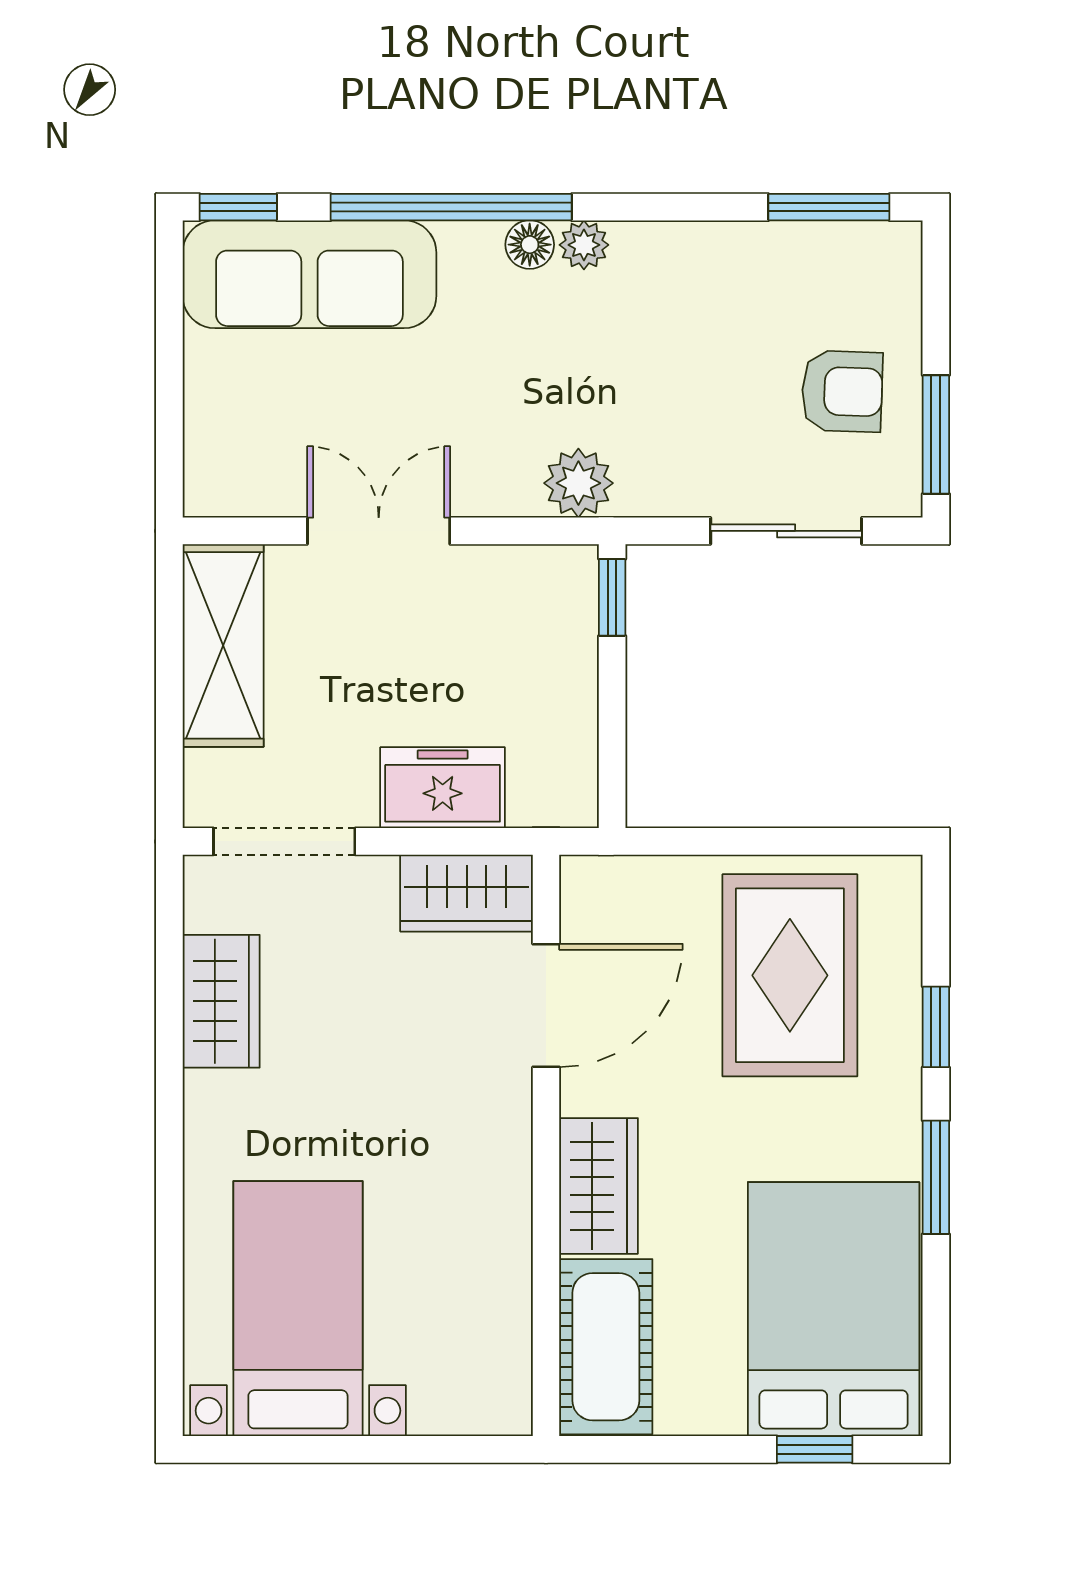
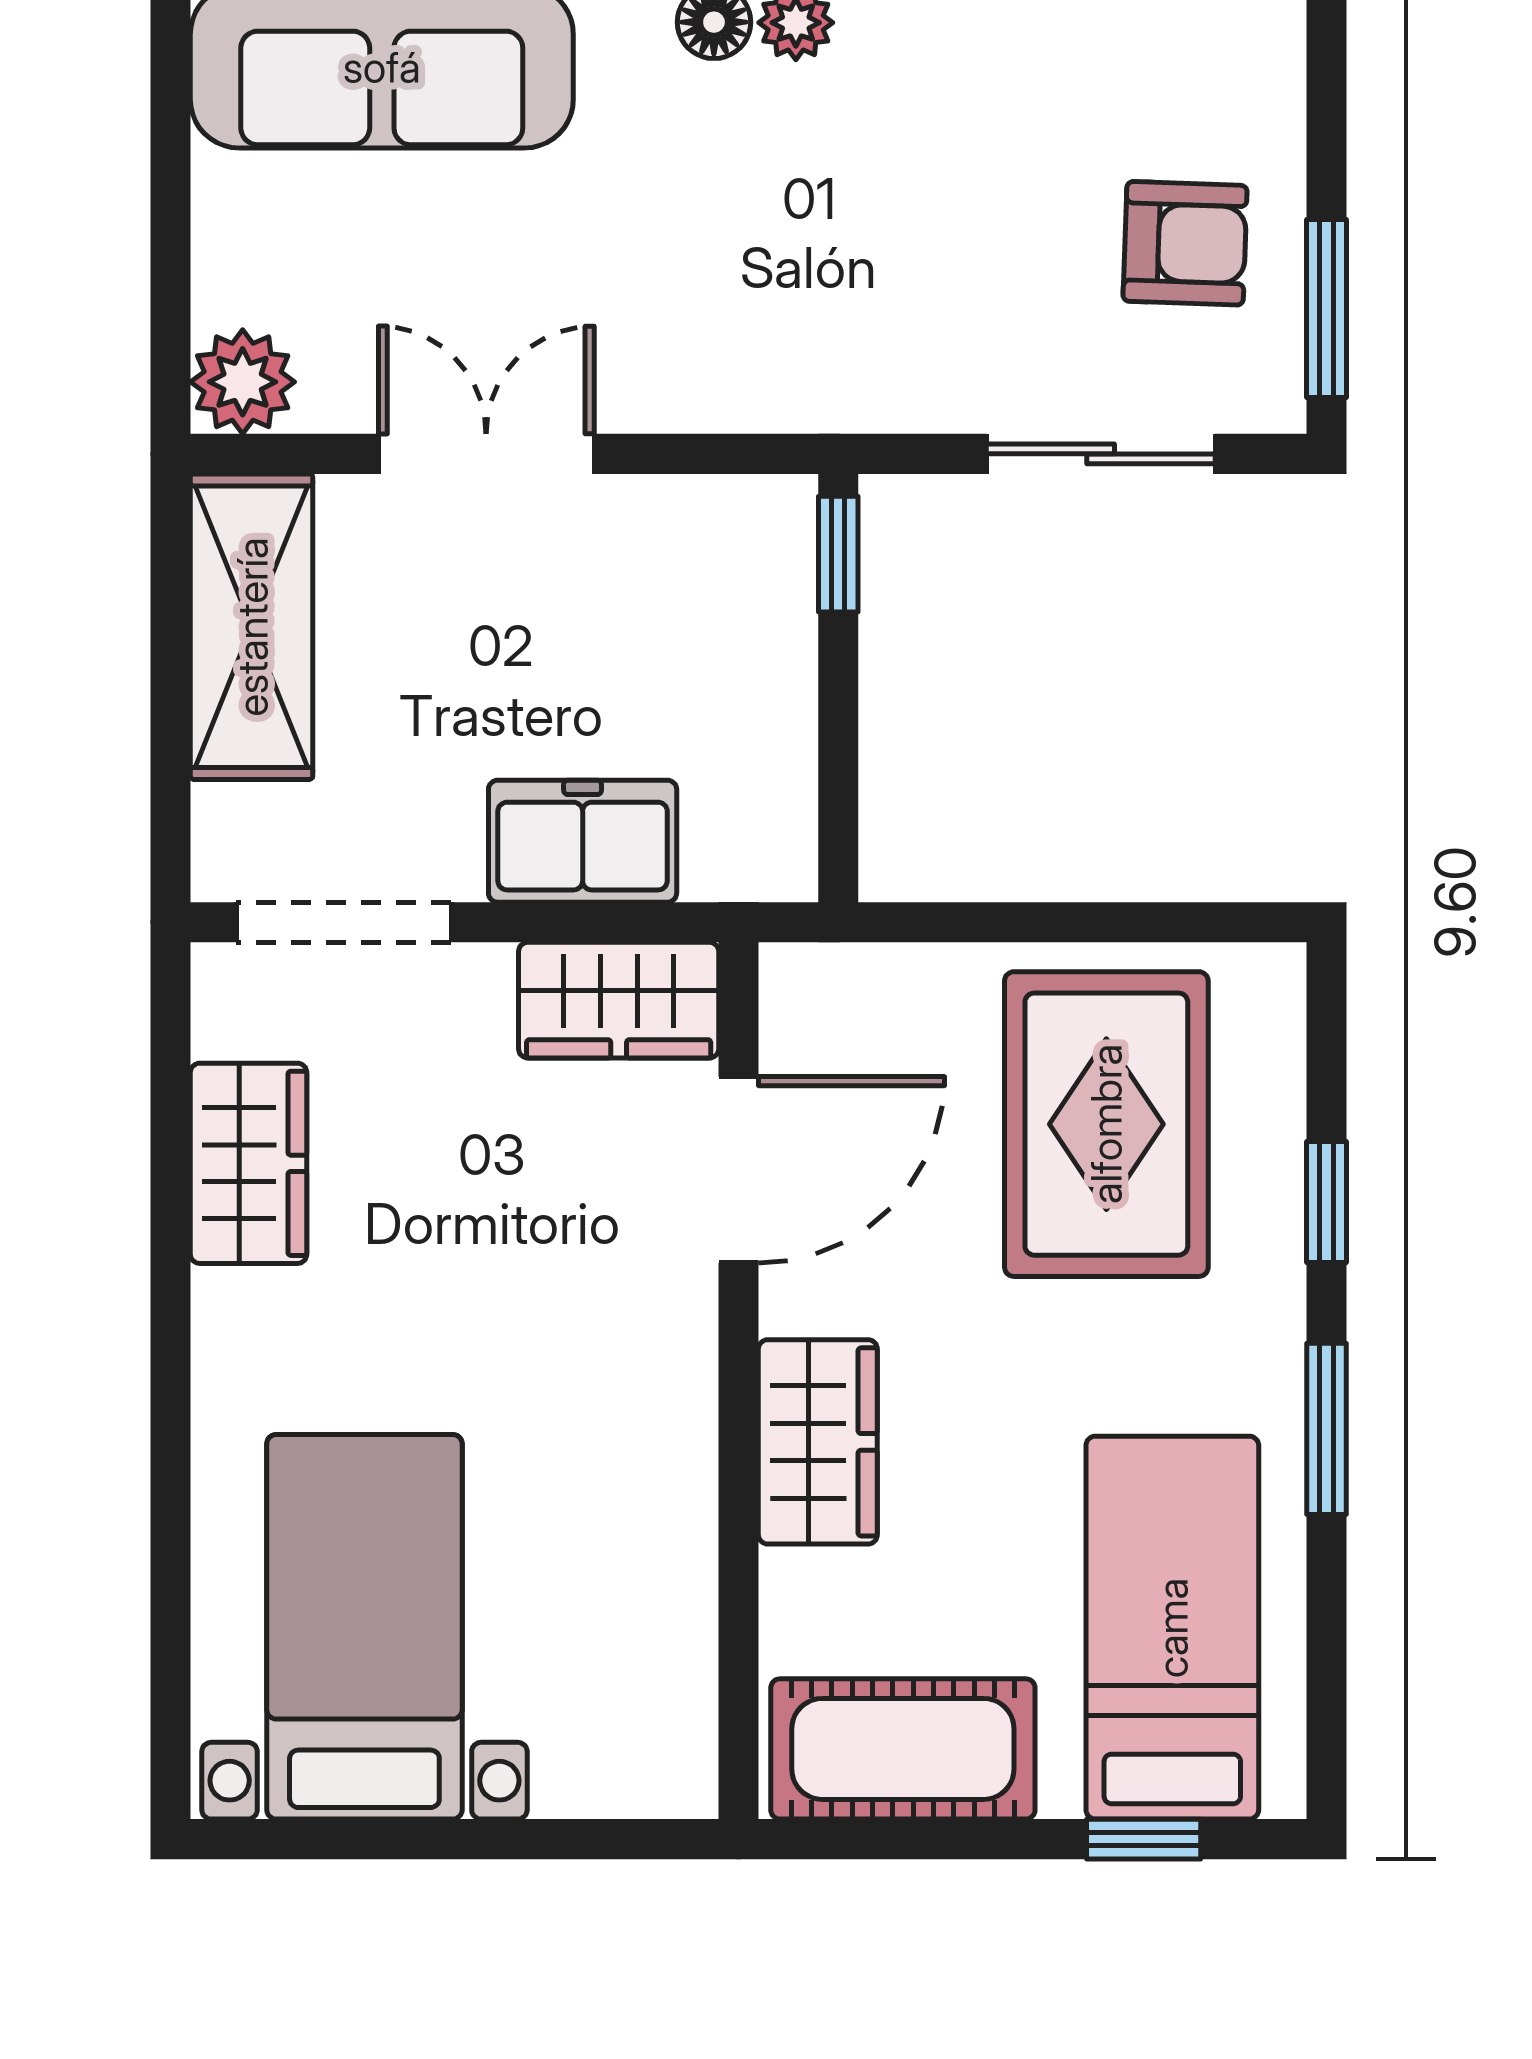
plant: (578, 483) -> (243, 382), moved
bed: (834, 1309) -> (1172, 1628), width x0.67
cot: (606, 1347) -> (903, 1749), moved, turned 90

